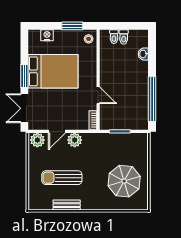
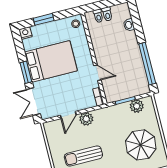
window: (72, 26) -> (44, 19), moved
nightstand: (47, 35) -> (25, 33), moved
plant: (37, 140) -> (137, 106), moved

